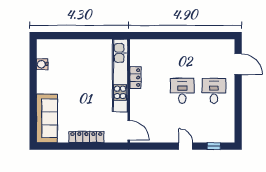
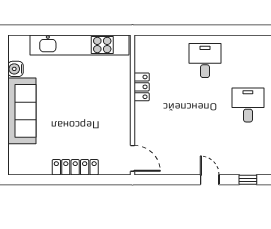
kitchen unit: (120, 76) -> (79, 45), moved, turned -90
desk: (182, 91) -> (205, 61), moved
sofa: (47, 118) -> (22, 111), moved

